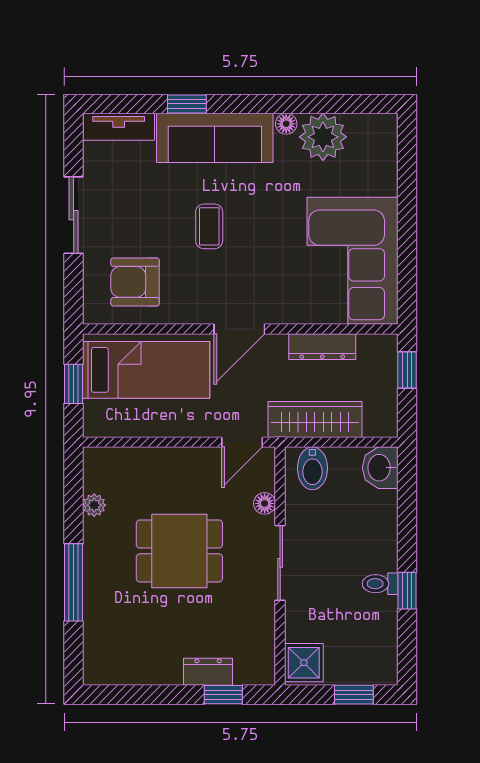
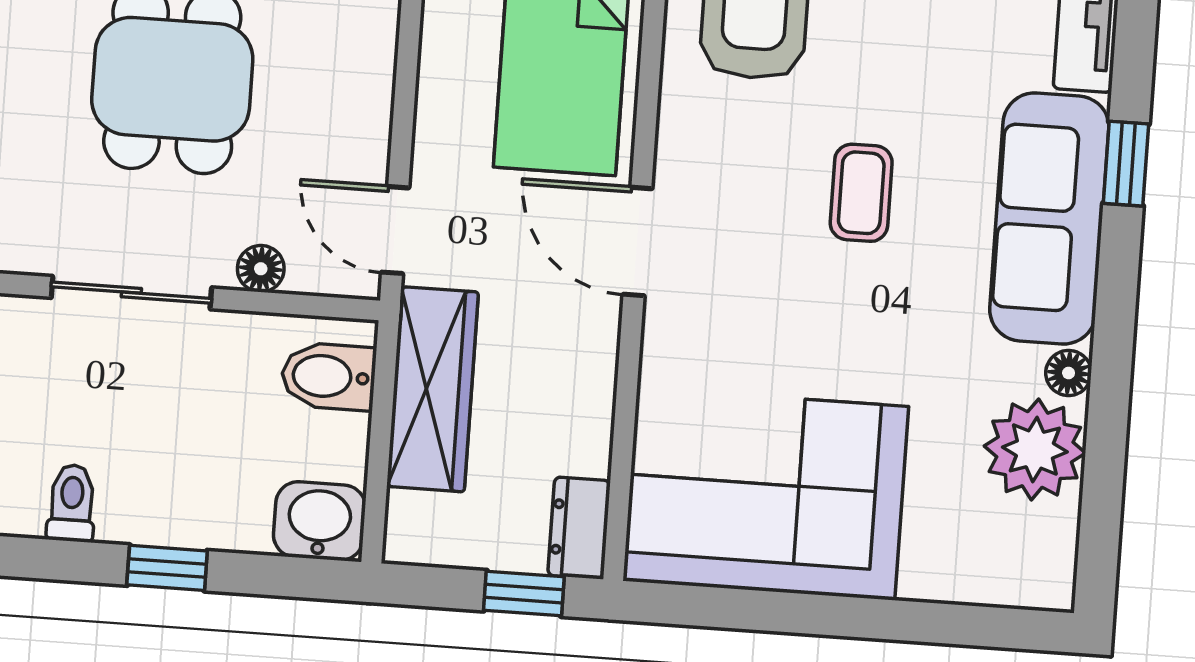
coffee table: (209, 226) -> (861, 193), turned 90
dresser: (322, 347) -> (579, 528), moved, width x0.70
window: (407, 591) -> (167, 568), moved

